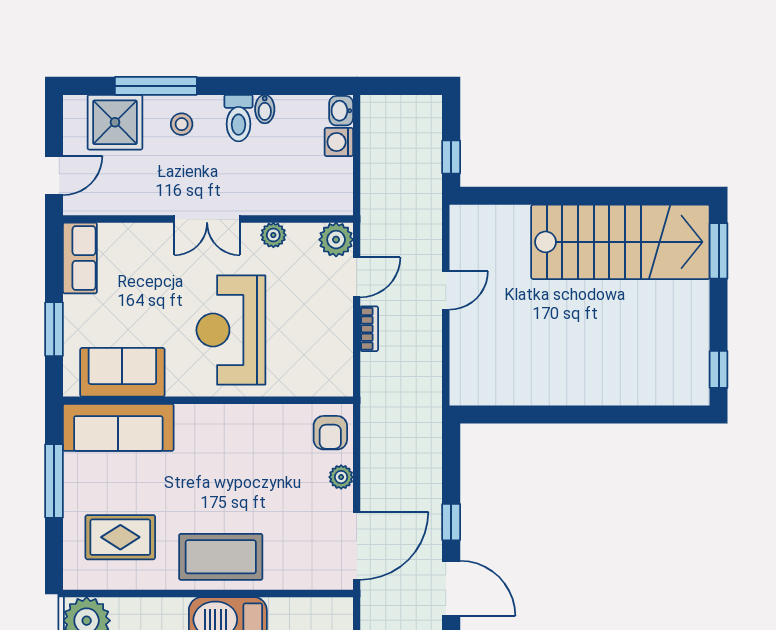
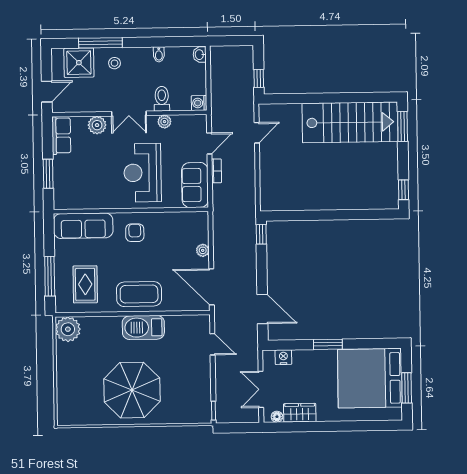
toilet: (238, 118) -> (162, 99), moved, turned 180
washing machine: (339, 142) -> (199, 103), moved
plant: (336, 240) -> (97, 125), moved
door: (446, 290) -> (257, 133), moved
sofa: (122, 372) -> (195, 185), moved, turned -90
armchair: (330, 433) -> (135, 233), moved, turned 180
window: (54, 481) -> (50, 276), moved
window: (451, 522) -> (261, 234), moved
rug: (120, 537) -> (85, 284), turned 90
door: (357, 546) -> (212, 287), swing flipped

